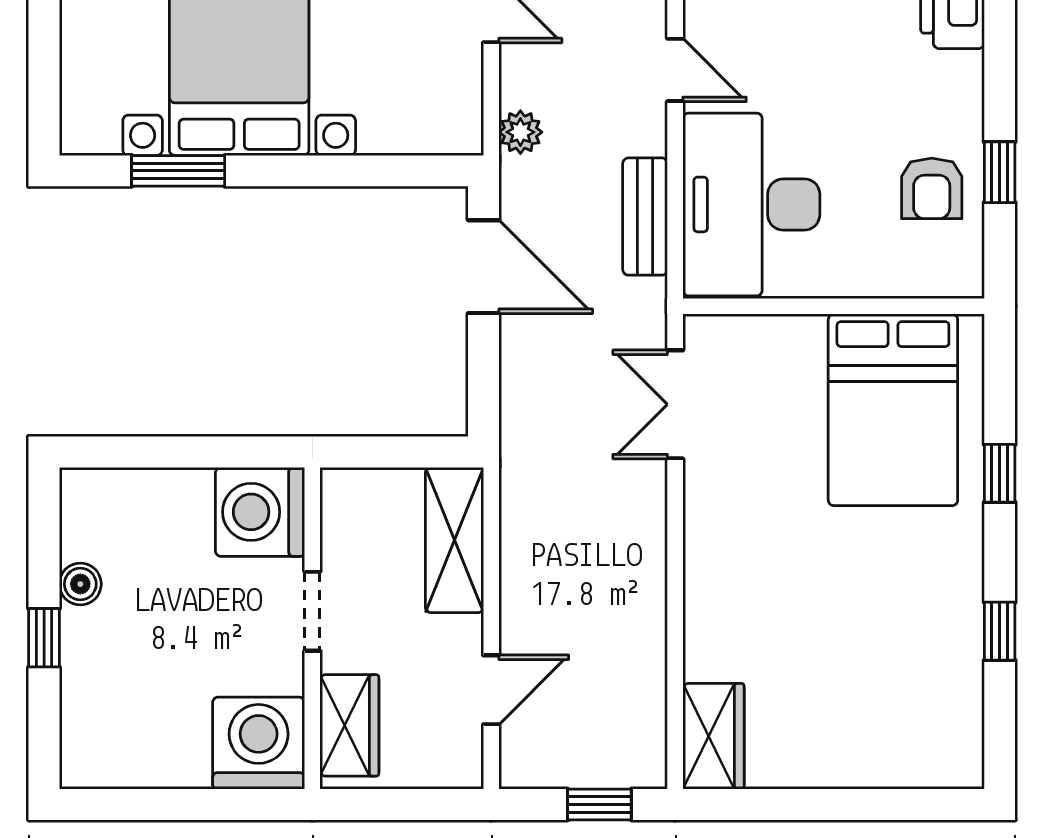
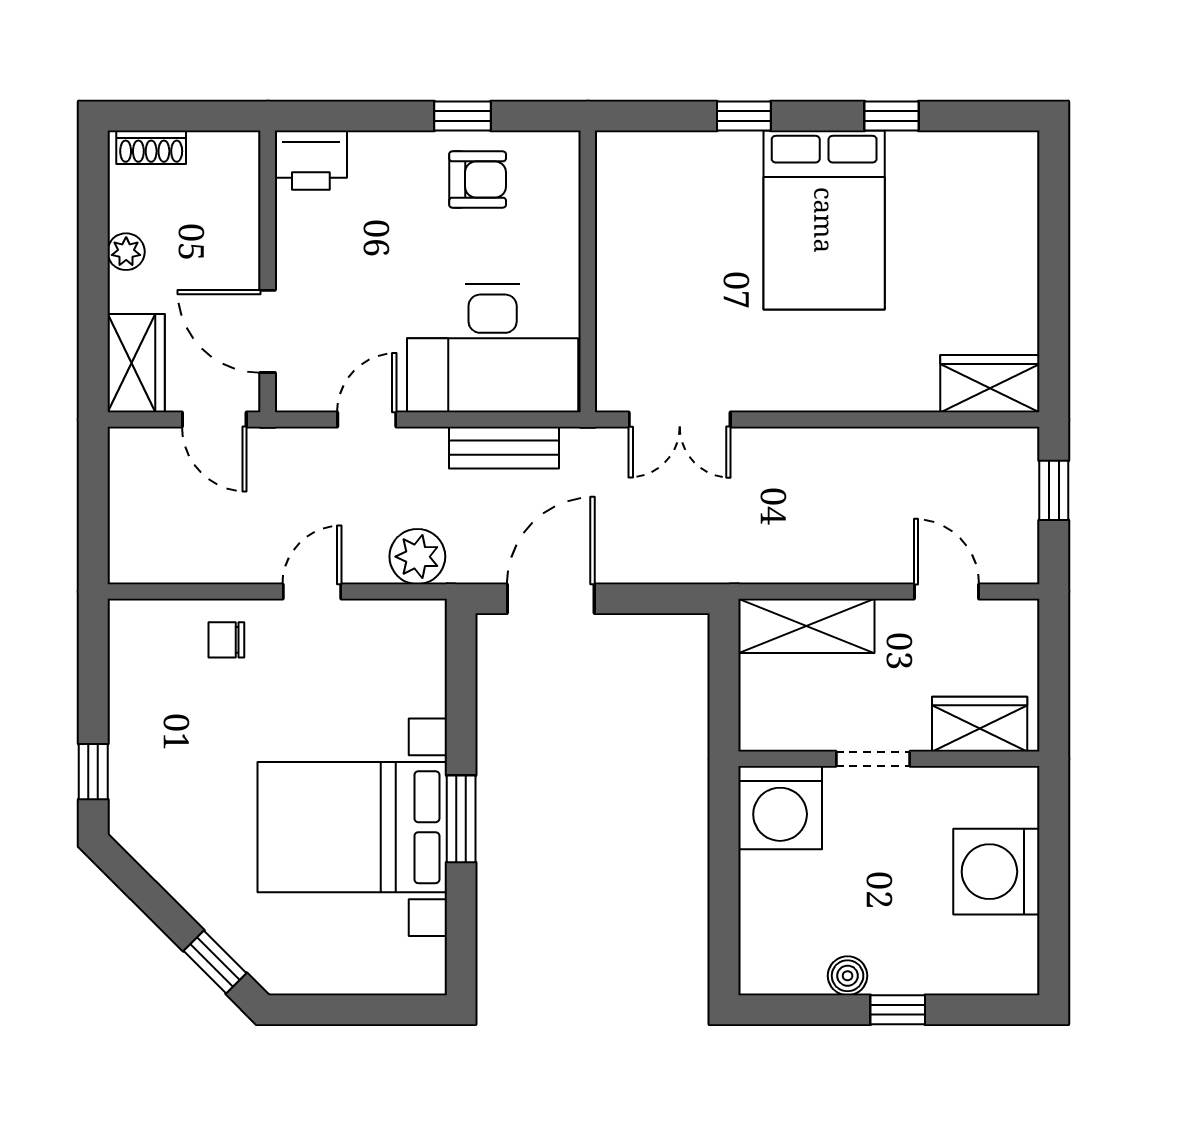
plant: (520, 132) -> (417, 557), width x1.38, depth x1.38
window: (178, 171) -> (461, 819), moved
bed: (893, 410) -> (824, 220), moved, turned 90
washing machine: (259, 743) -> (996, 872), moved

